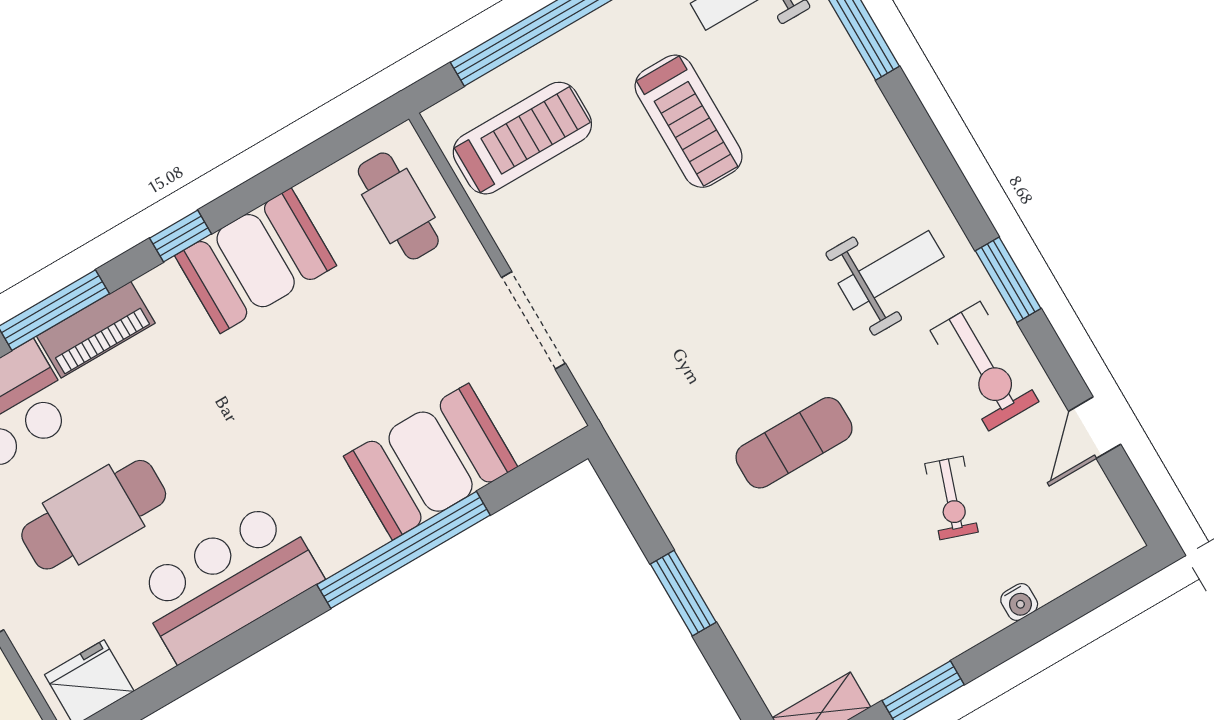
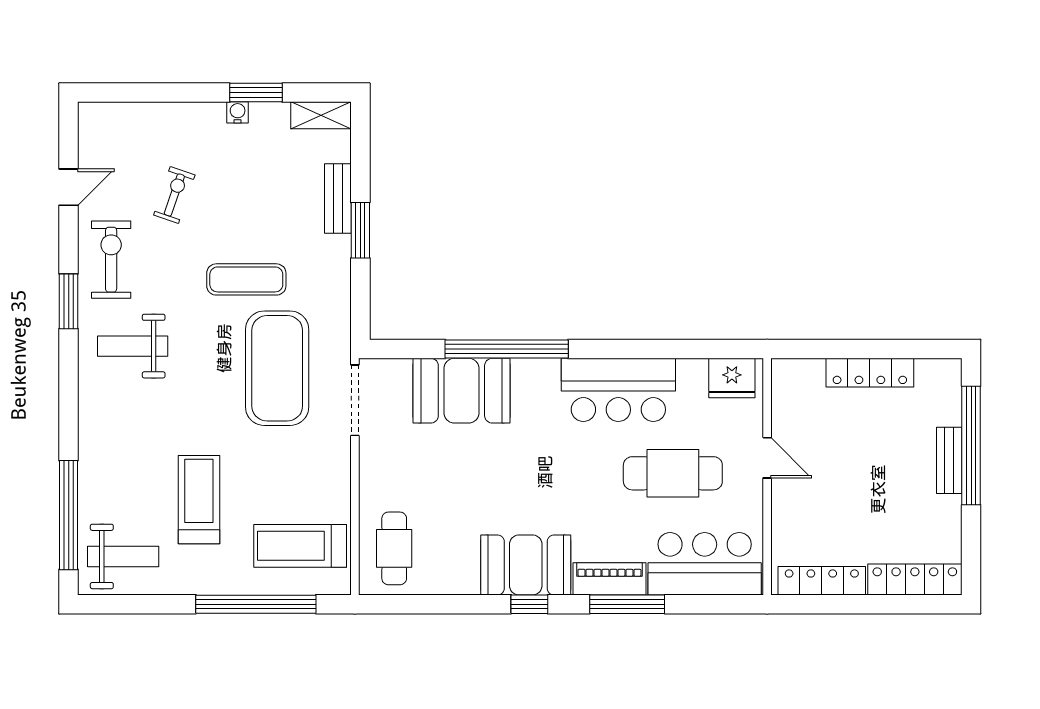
booth: (256, 261) -> (526, 565), moved
doorway: (533, 320) -> (355, 400), moved
exercise mat: (687, 351) -> (277, 368), added
water cooler: (1019, 602) -> (238, 112), moved
bench: (737, 617) -> (338, 199), added

